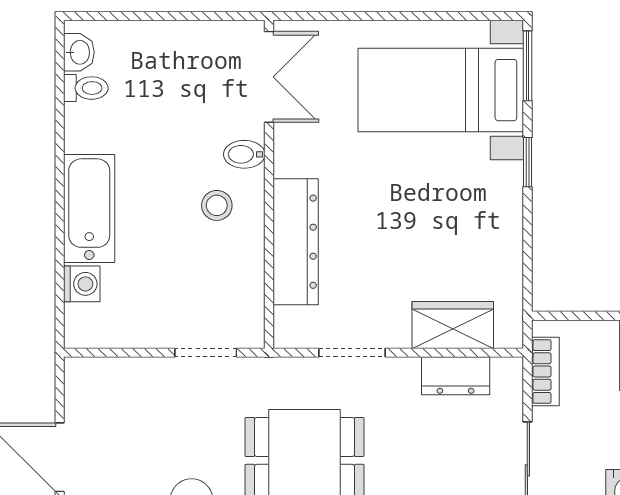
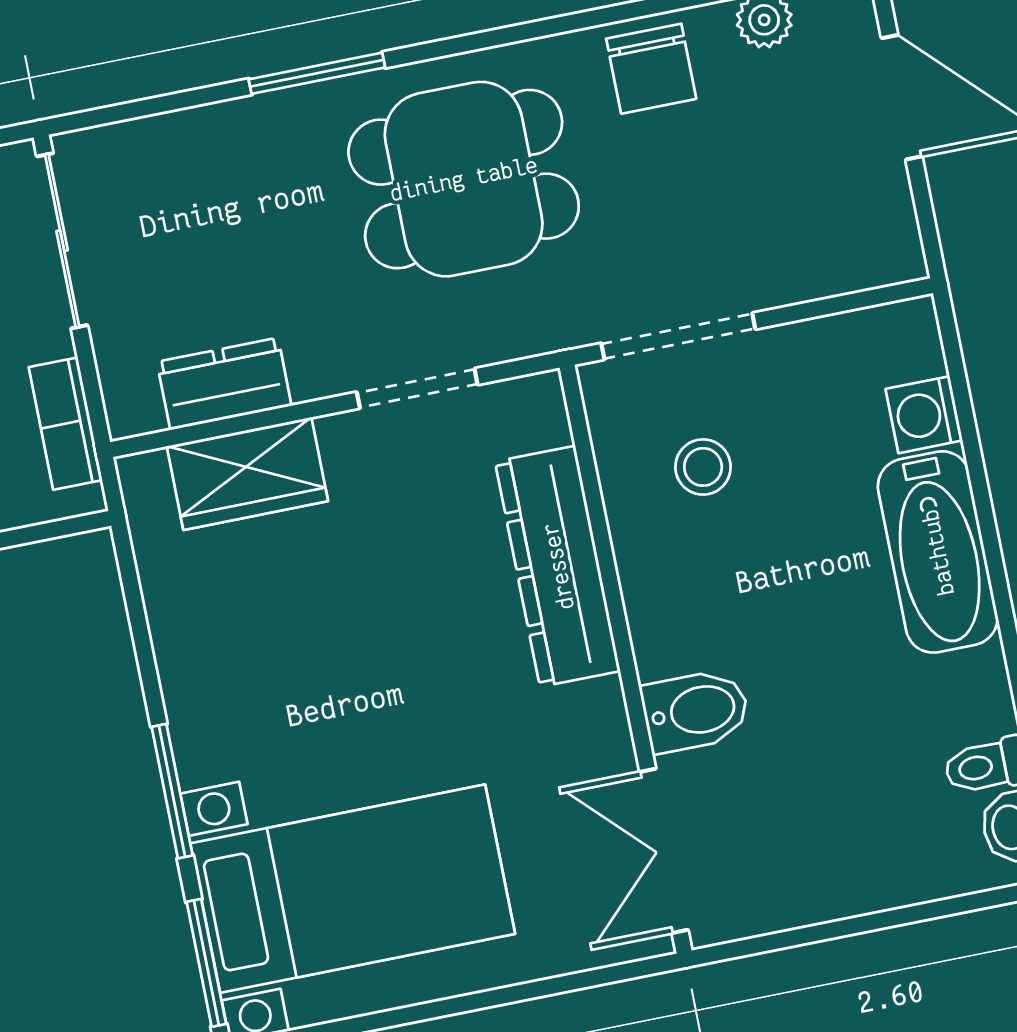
bidet: (244, 154) -> (696, 711), width x1.38, depth x1.36
window: (527, 162) -> (172, 791), width x1.50
stool: (217, 205) -> (703, 467), moved
doorway: (206, 353) -> (678, 336), width x1.38

